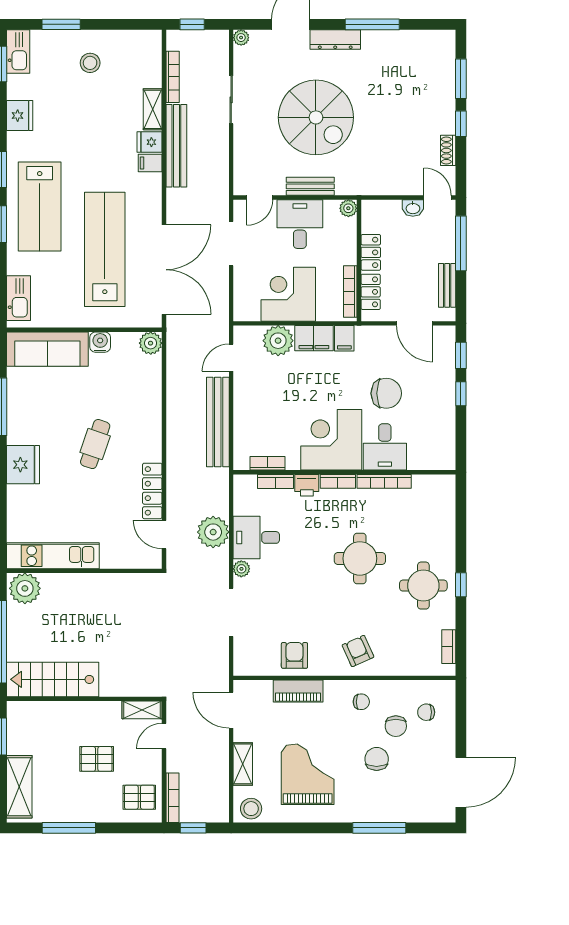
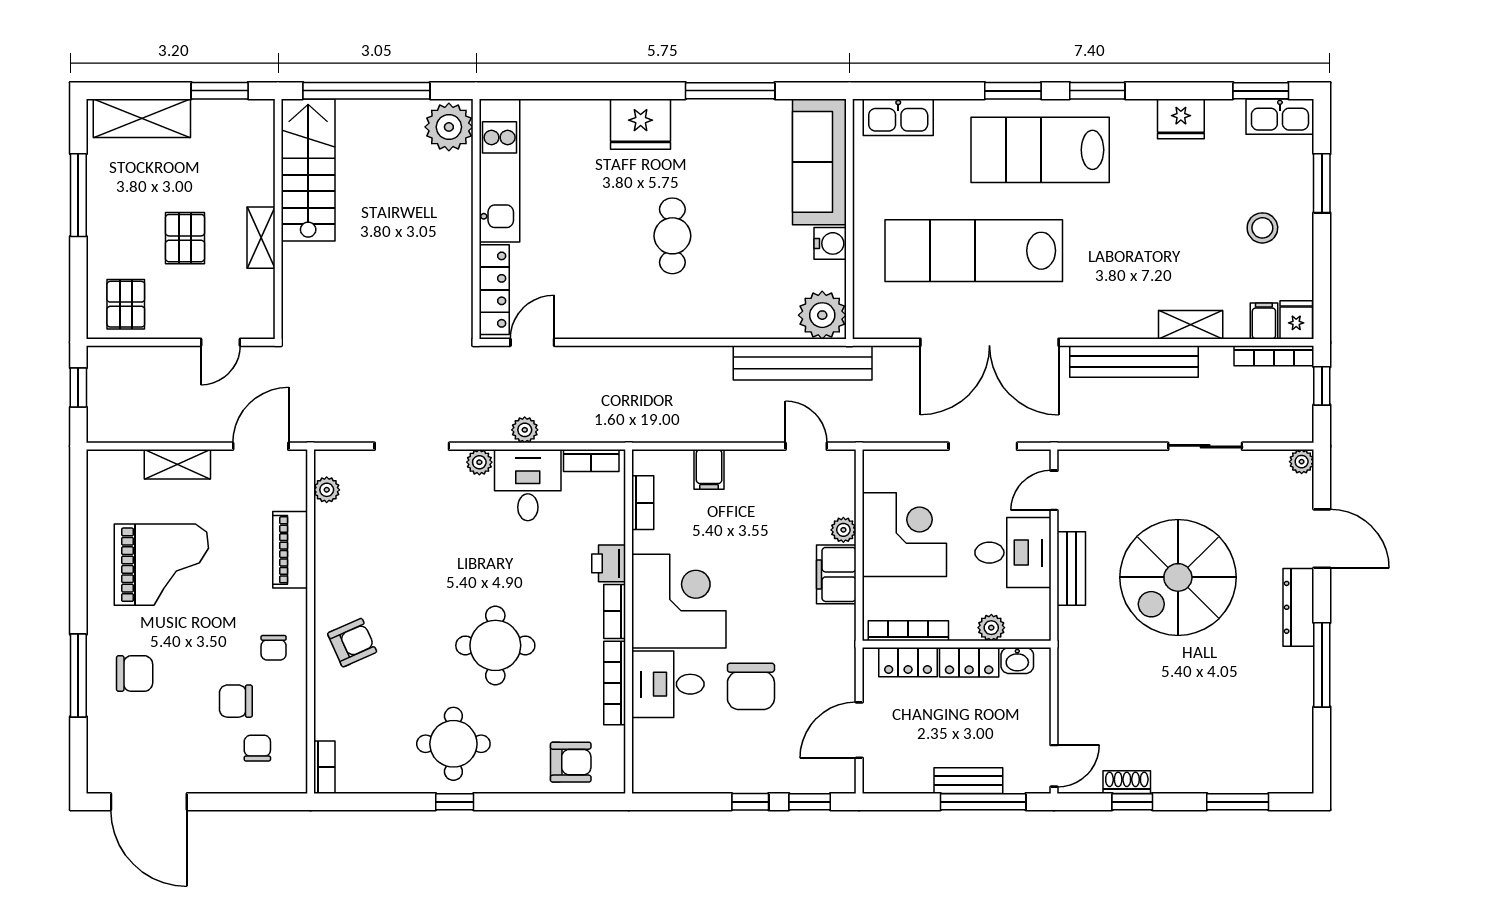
bookcase: (173, 77) -> (1274, 356), moved
window: (461, 124) -> (1132, 802), moved
fridge: (149, 142) -> (1296, 320), moved
filing cabinet: (150, 163) -> (1264, 321), moved
door: (260, 198) -> (1054, 490), hinge flipped
plant: (348, 208) -> (991, 628), moved
washbasin: (413, 208) -> (1017, 661), moved, turned -90
lab bench: (105, 249) -> (974, 251), turned 180
double door: (164, 270) -> (989, 342), moved
bench: (447, 285) -> (968, 781), moved
filing cabinet: (344, 338) -> (709, 469), moved, turned -90
plant: (278, 341) -> (843, 530), width x0.53, depth x0.53
plant: (151, 343) -> (822, 315), width x1.36, depth x1.36
bench: (218, 422) -> (803, 363), moved
cafe table: (95, 444) -> (672, 236), turned 71
bookcase: (275, 482) -> (591, 461), moved, turned -90
locker: (152, 491) -> (494, 290), moved, turned 90
plant: (213, 532) -> (525, 430), width x0.53, depth x0.53
bookcase: (449, 647) -> (324, 767), moved, turned 90
armchair: (294, 655) -> (571, 762), moved
plant: (259, 667) -> (327, 490), added
shelving: (142, 710) -> (261, 238), moved
door: (164, 736) -> (220, 342), swing flipped
chair: (377, 759) -> (135, 674), moved
bookcase: (172, 798) -> (125, 355), removed
stool: (251, 809) -> (108, 477), removed

